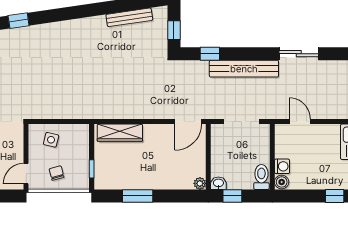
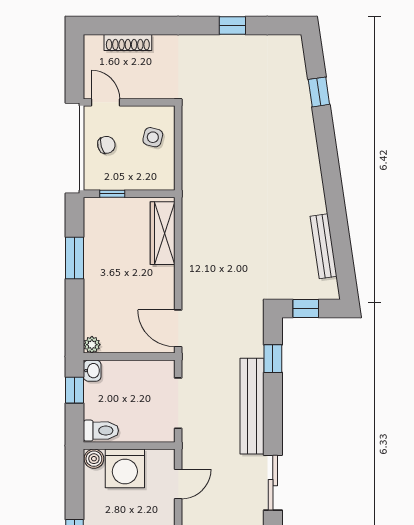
washing machine: (282, 166) -> (125, 468), width x1.89, depth x1.89

